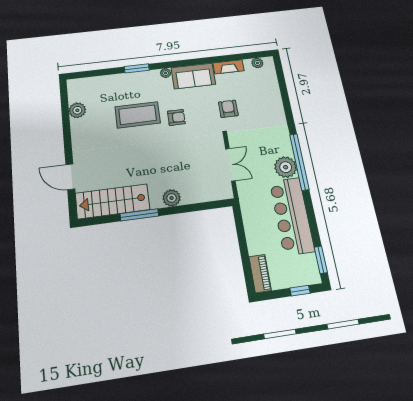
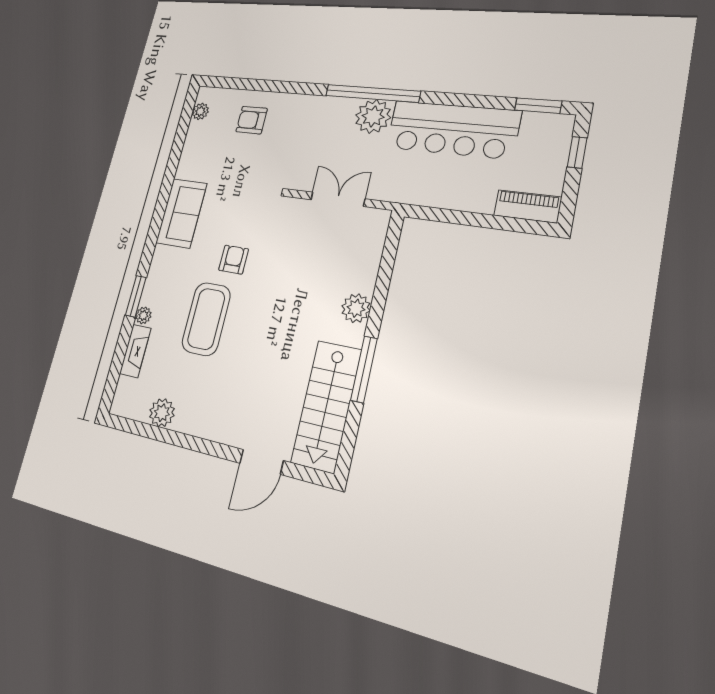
fireplace: (229, 67) -> (135, 351), moved
plant: (166, 73) -> (143, 315), moved
armchair: (228, 109) -> (252, 120), moved

